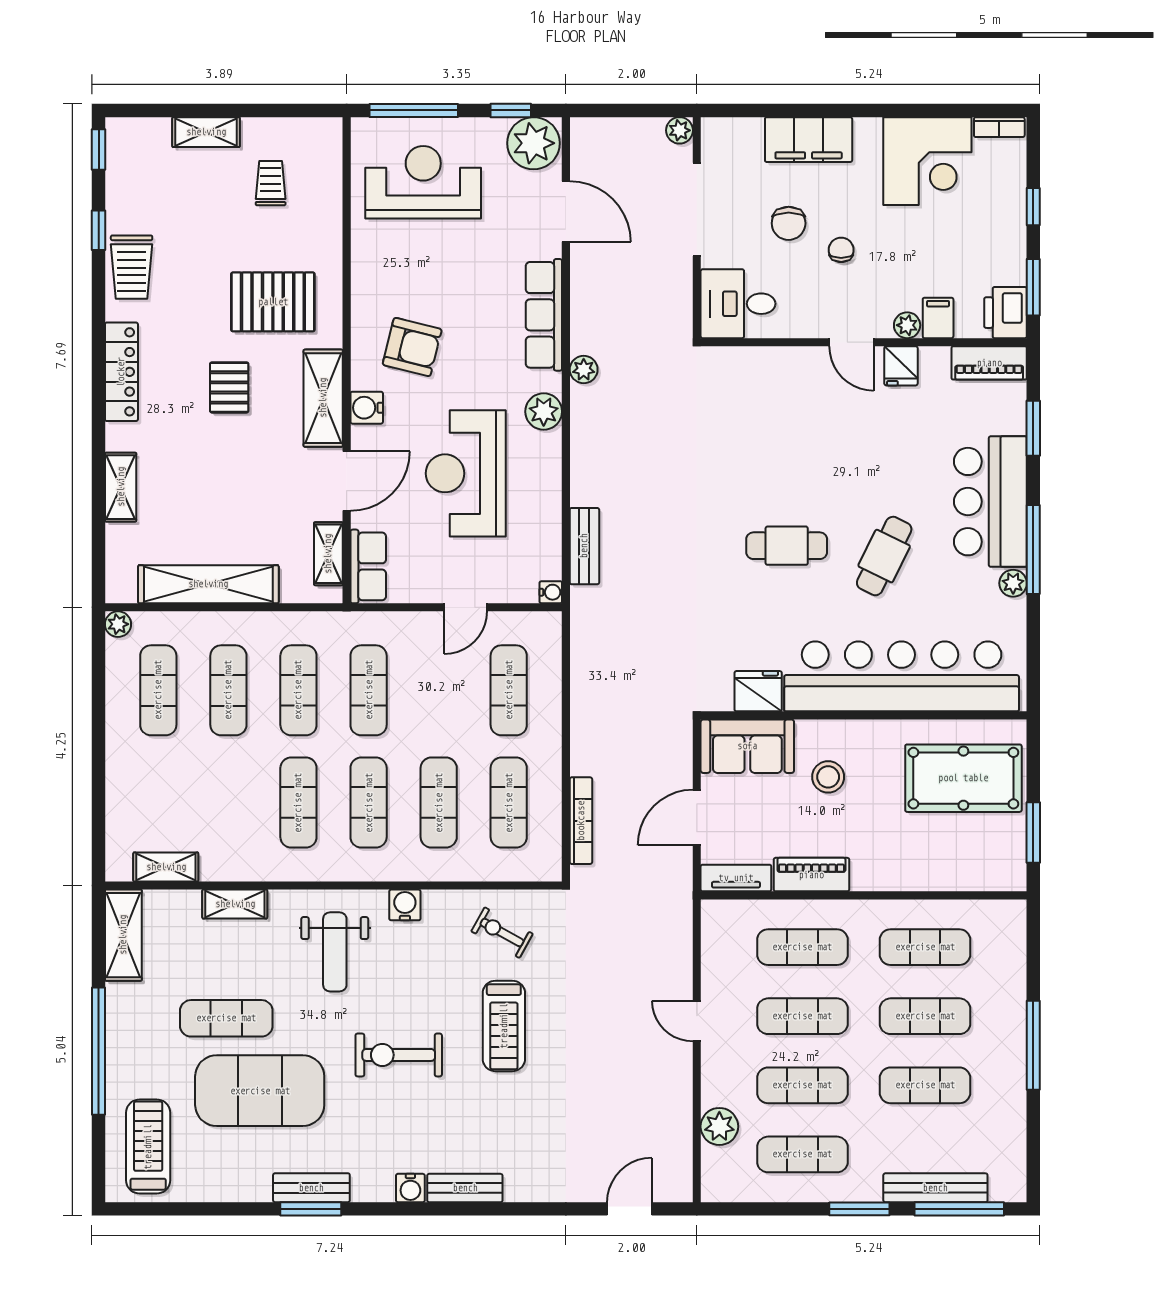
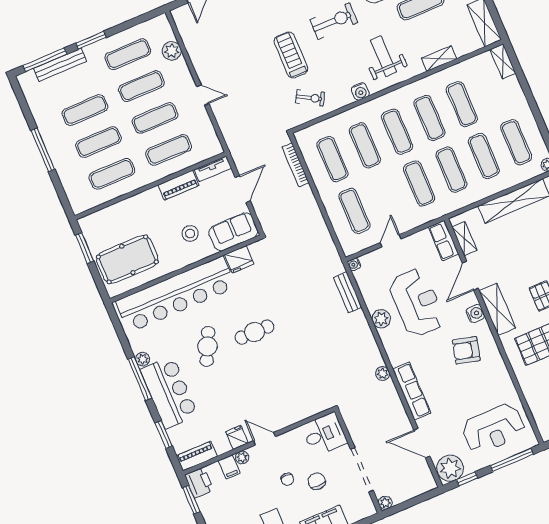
plant: (544, 412) -> (381, 319), moved
exercise mat: (228, 803) -> (462, 104), added
shelving: (166, 867) -> (503, 61), moved, turned 90

